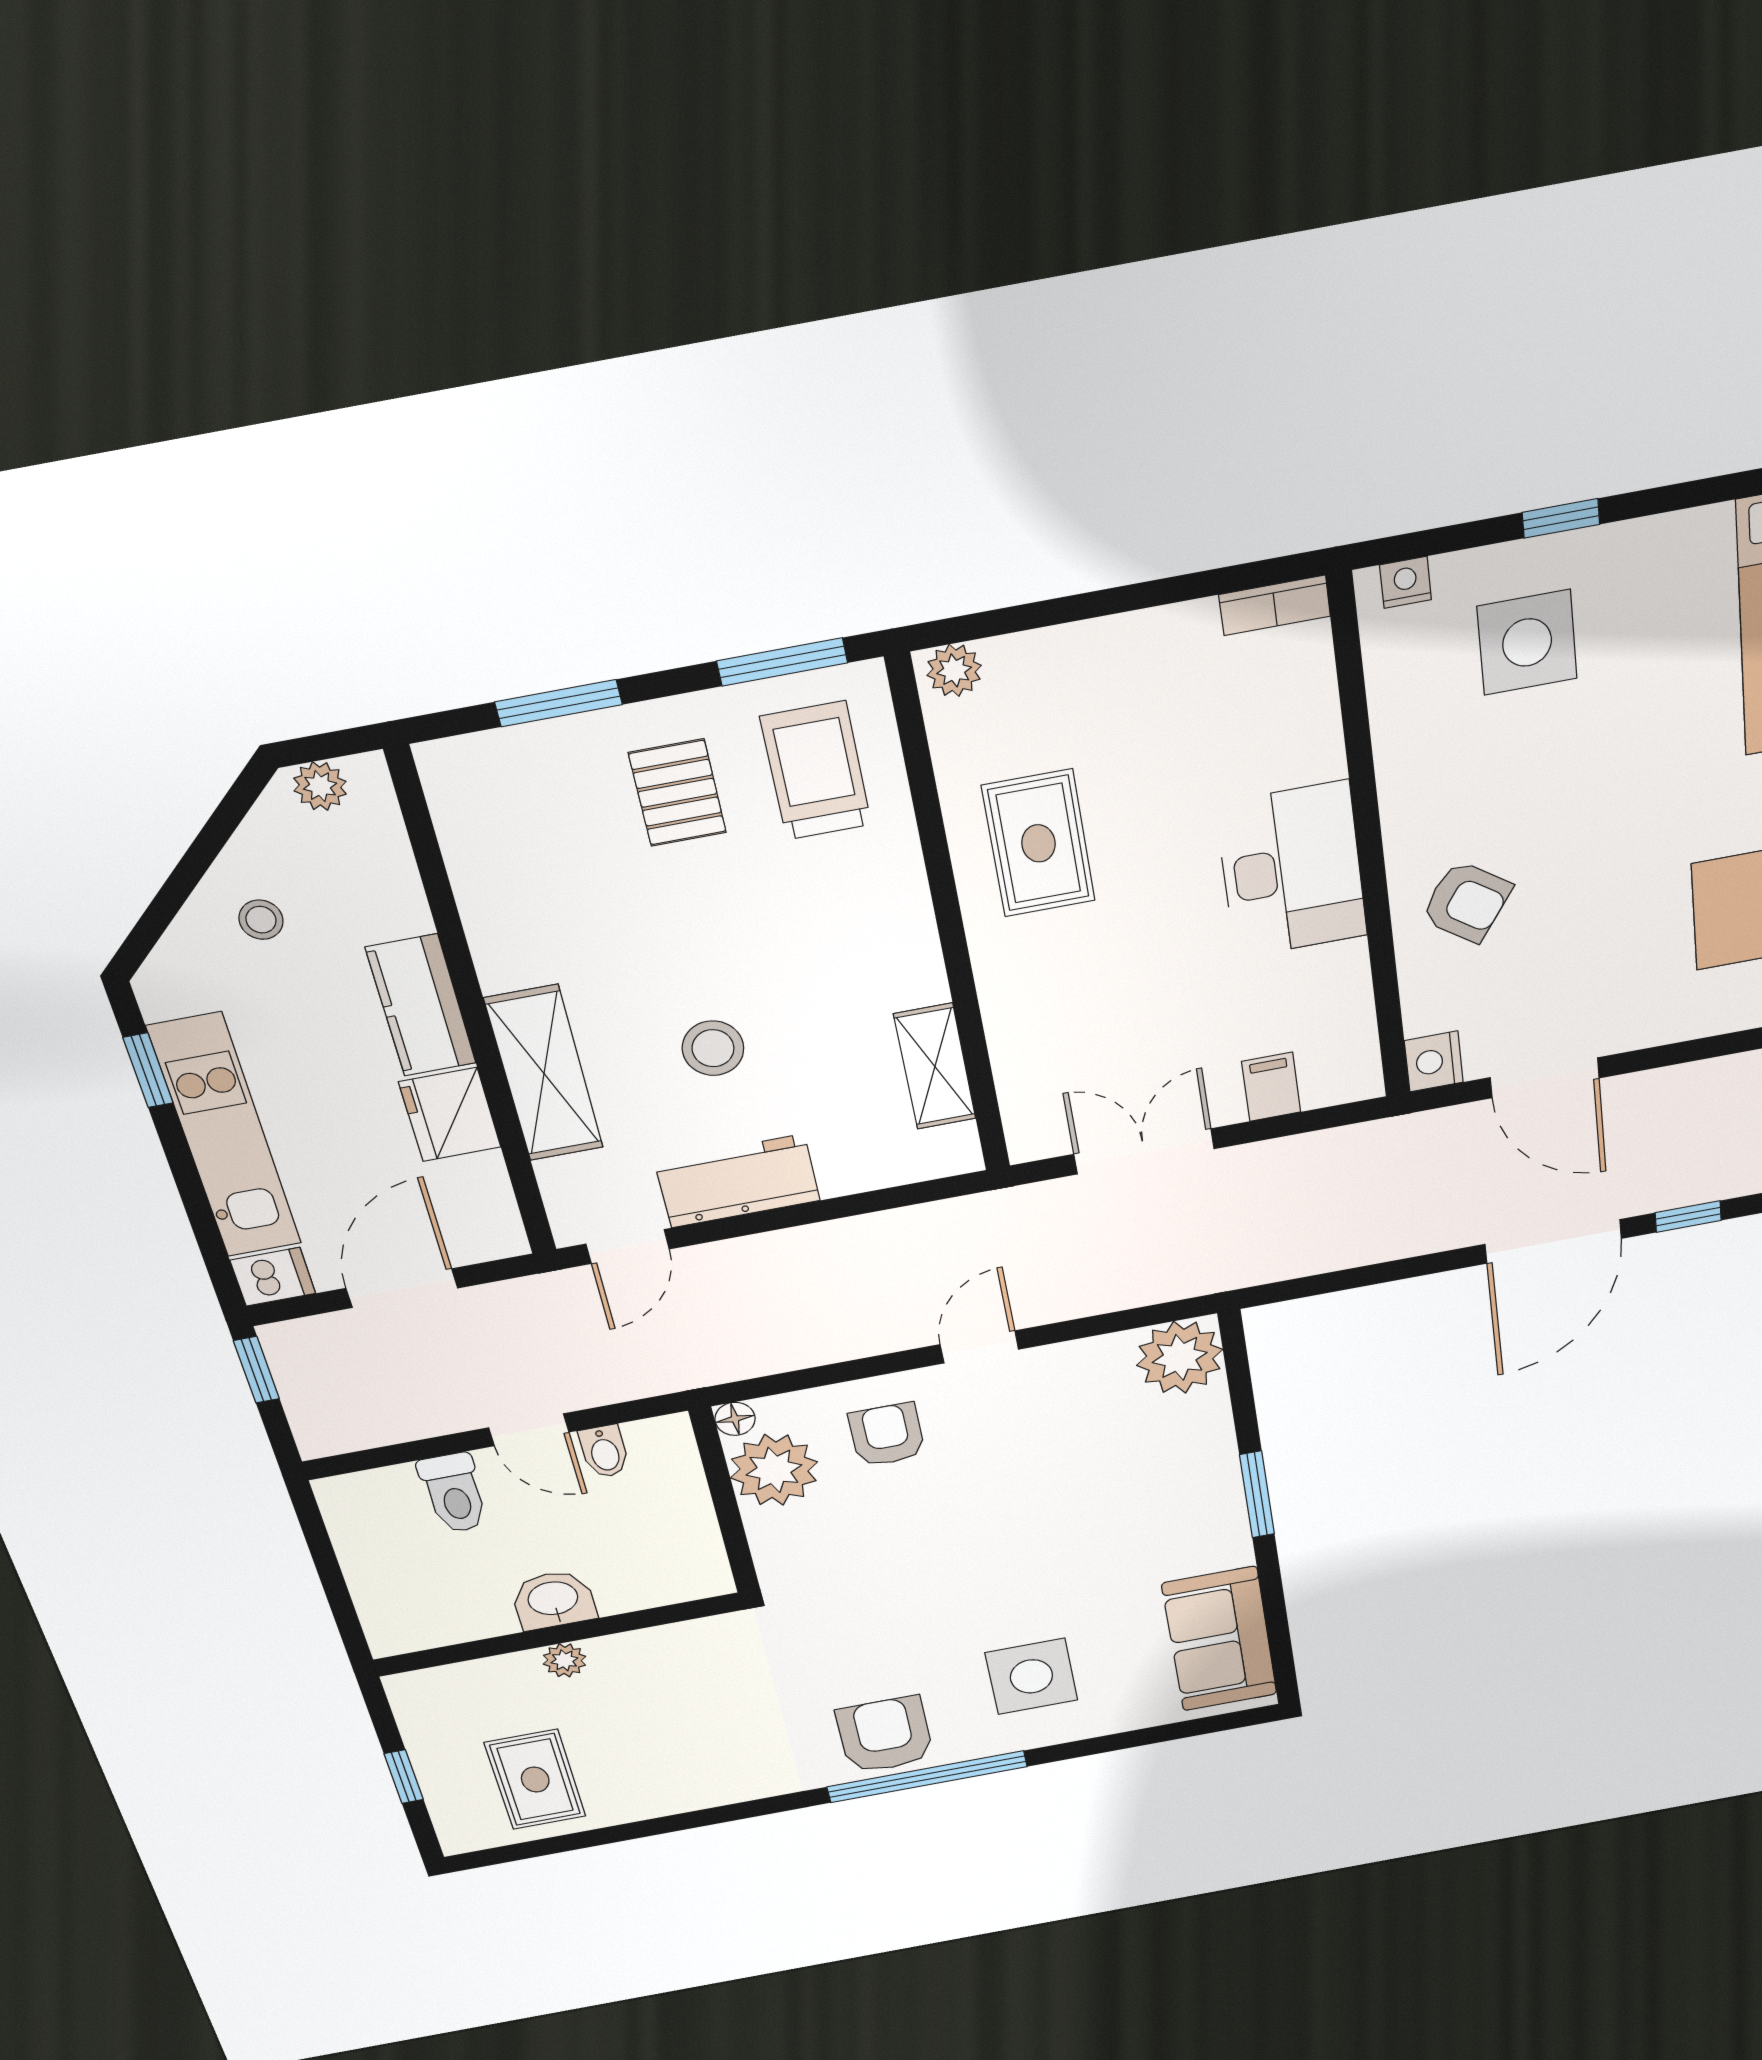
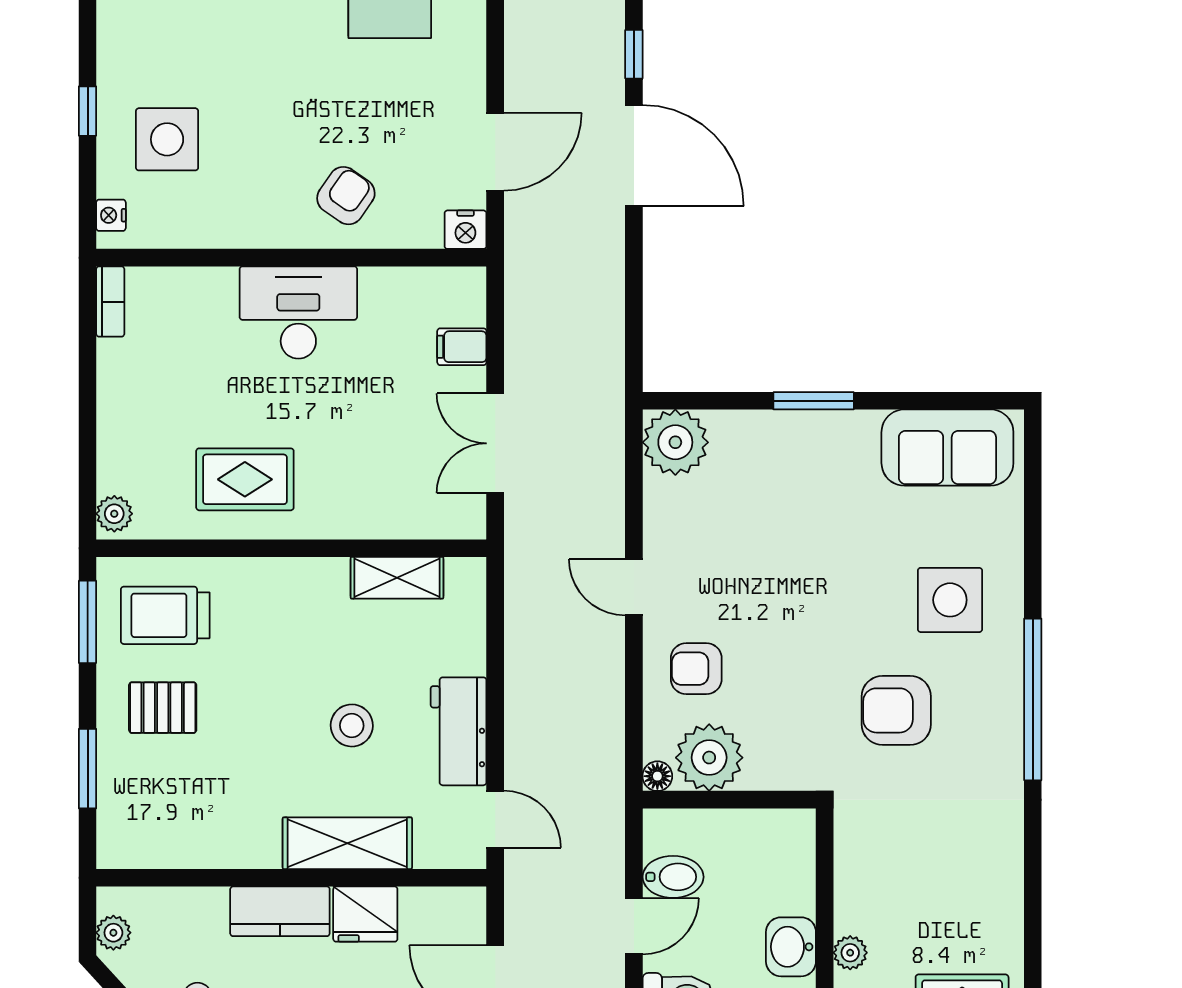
bidet: (604, 1451) -> (673, 877), width x1.38, depth x1.36
armchair: (885, 1735) -> (896, 710), moved

